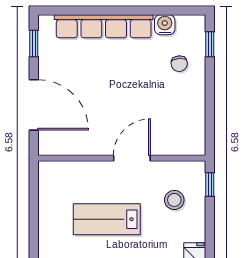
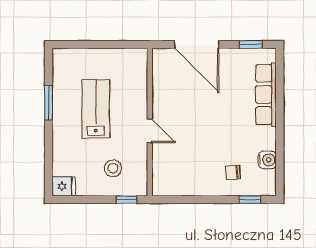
row of seats: (104, 26) -> (266, 95), width x0.73
door: (34, 105) -> (197, 44), hinge flipped
door: (132, 158) -> (150, 131), width x0.73

